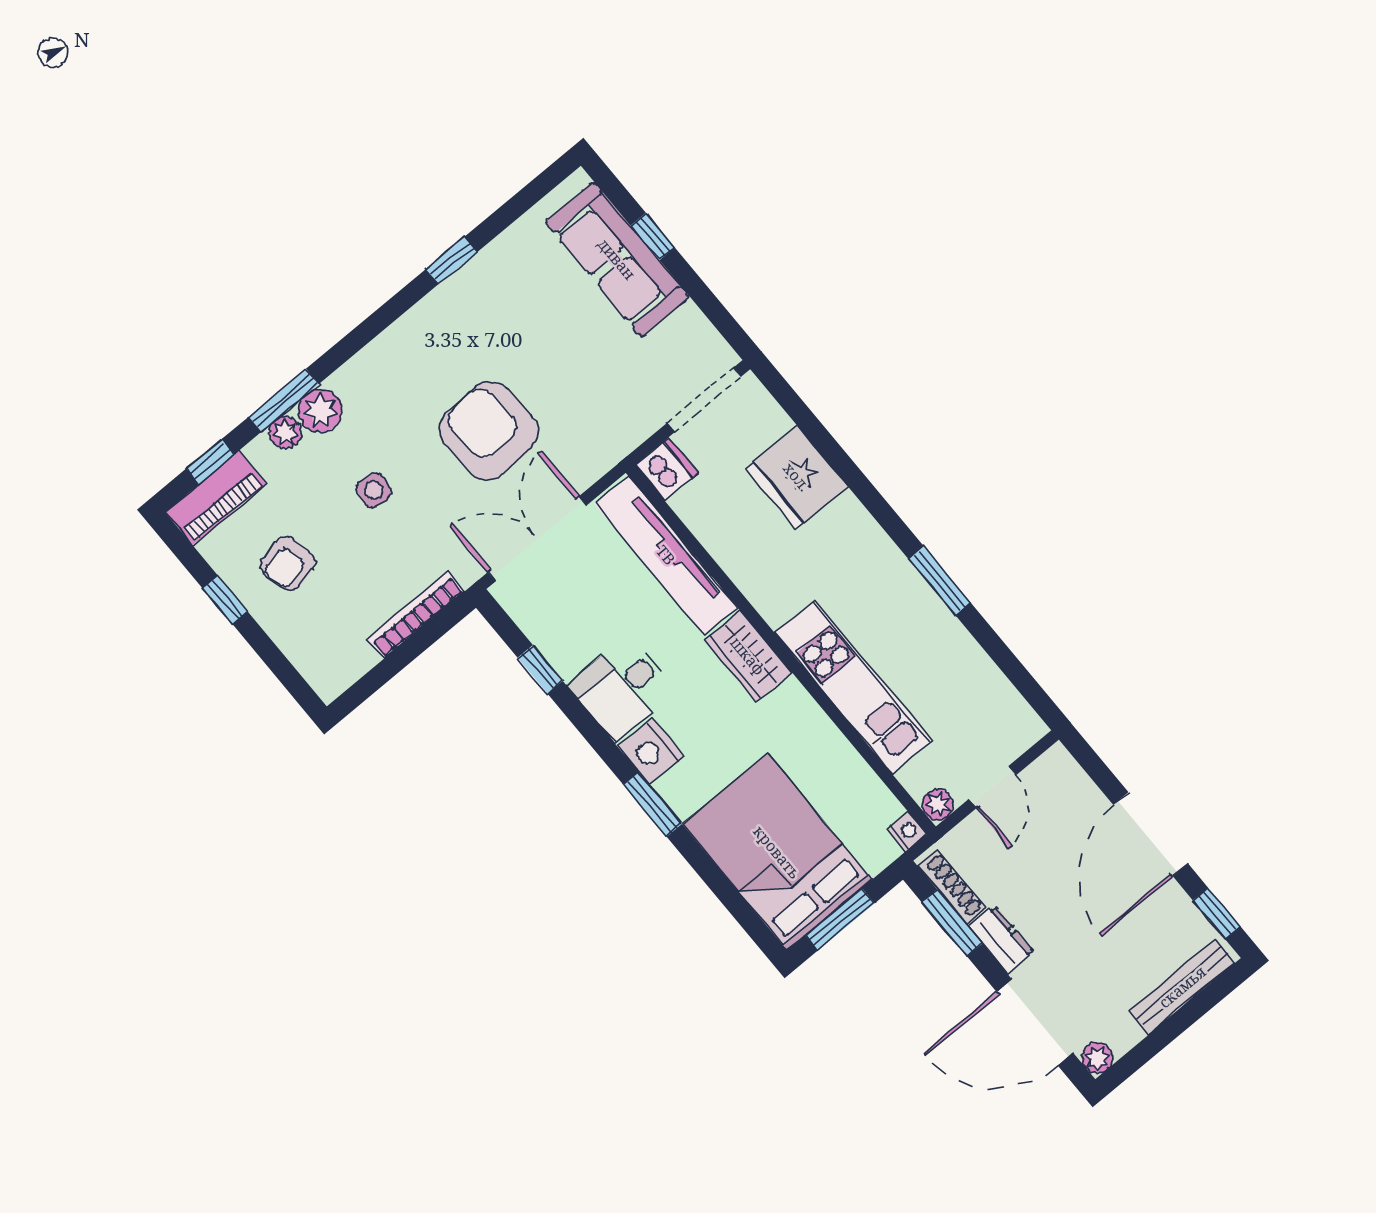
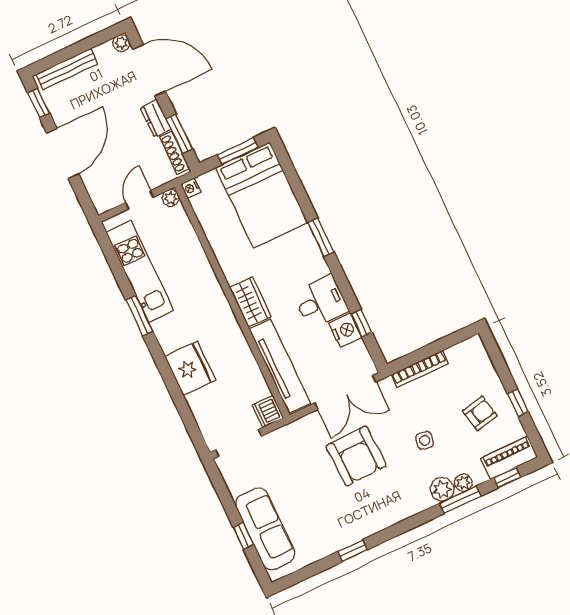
fridge: (797, 477) -> (190, 368), moved
kitchen unit: (853, 687) -> (140, 272), moved, turned 180
nightstand: (651, 751) -> (345, 330), moved

